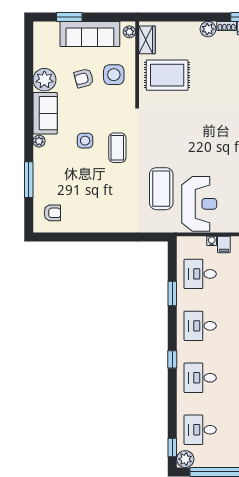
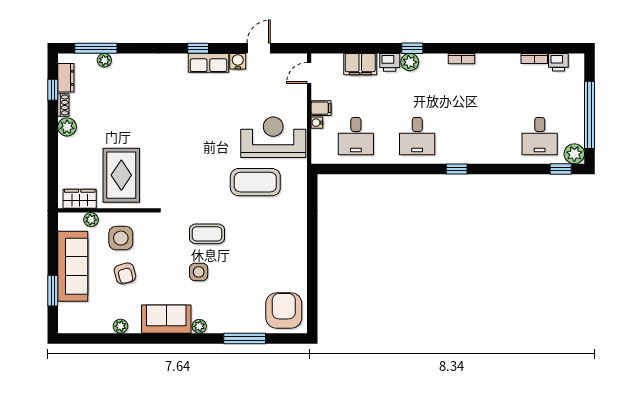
plant: (129, 32) -> (91, 220), moved
plant: (44, 80) -> (121, 326), width x0.53, depth x0.53
armchair: (52, 213) -> (284, 311), width x1.88, depth x1.88
window: (172, 293) -> (379, 169), removed
desk: (200, 378) -> (478, 136), removed

